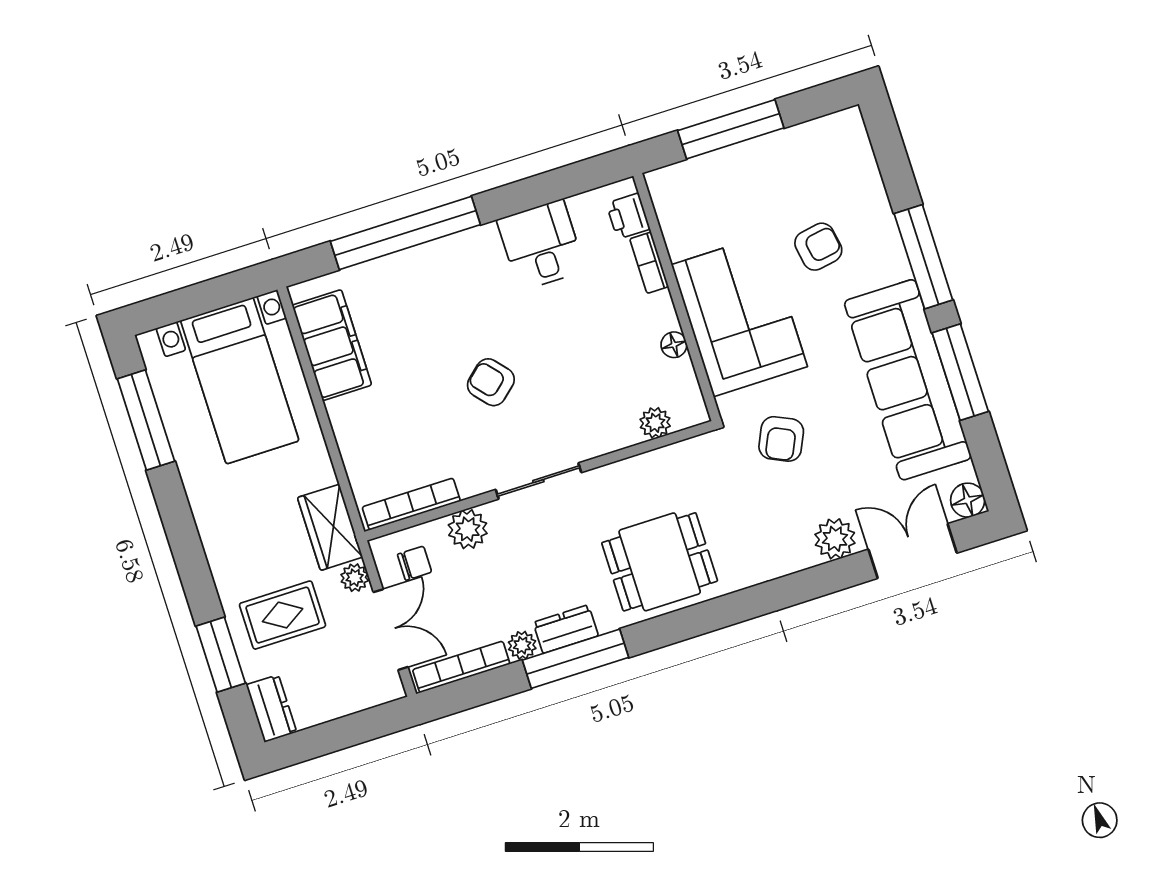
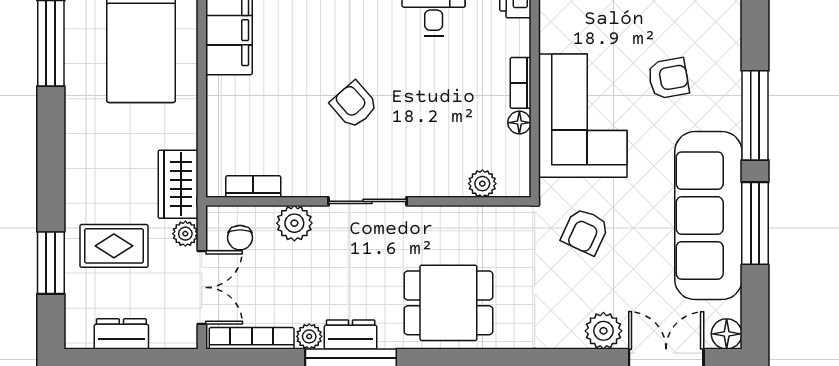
bookcase: (649, 263) -> (521, 83), moved
bookcase: (411, 504) -> (253, 187), width x0.64
chair: (415, 563) -> (240, 238), turned 90
dresser: (271, 708) -> (121, 334), moved, turned -90

